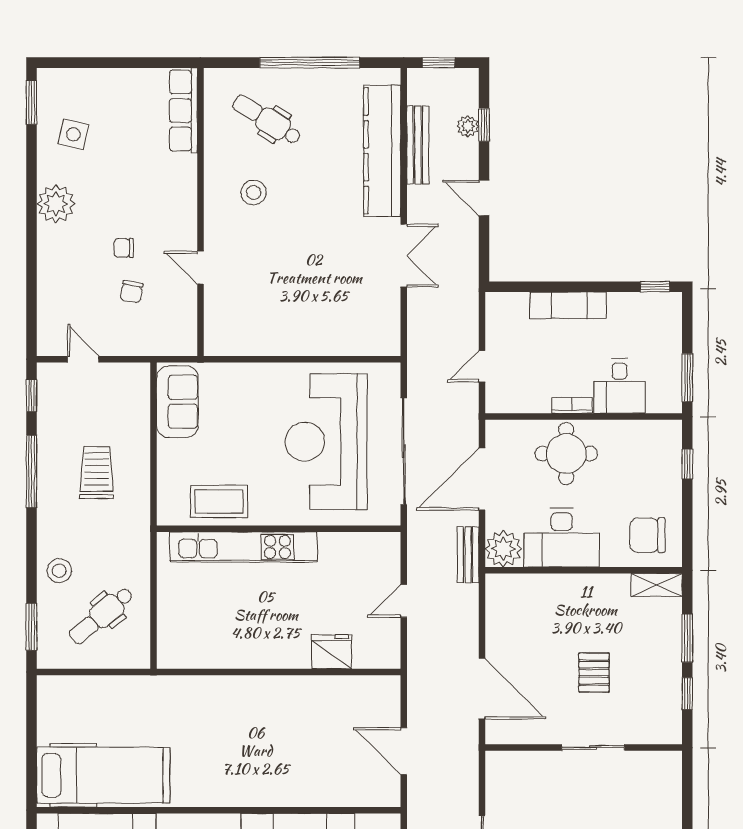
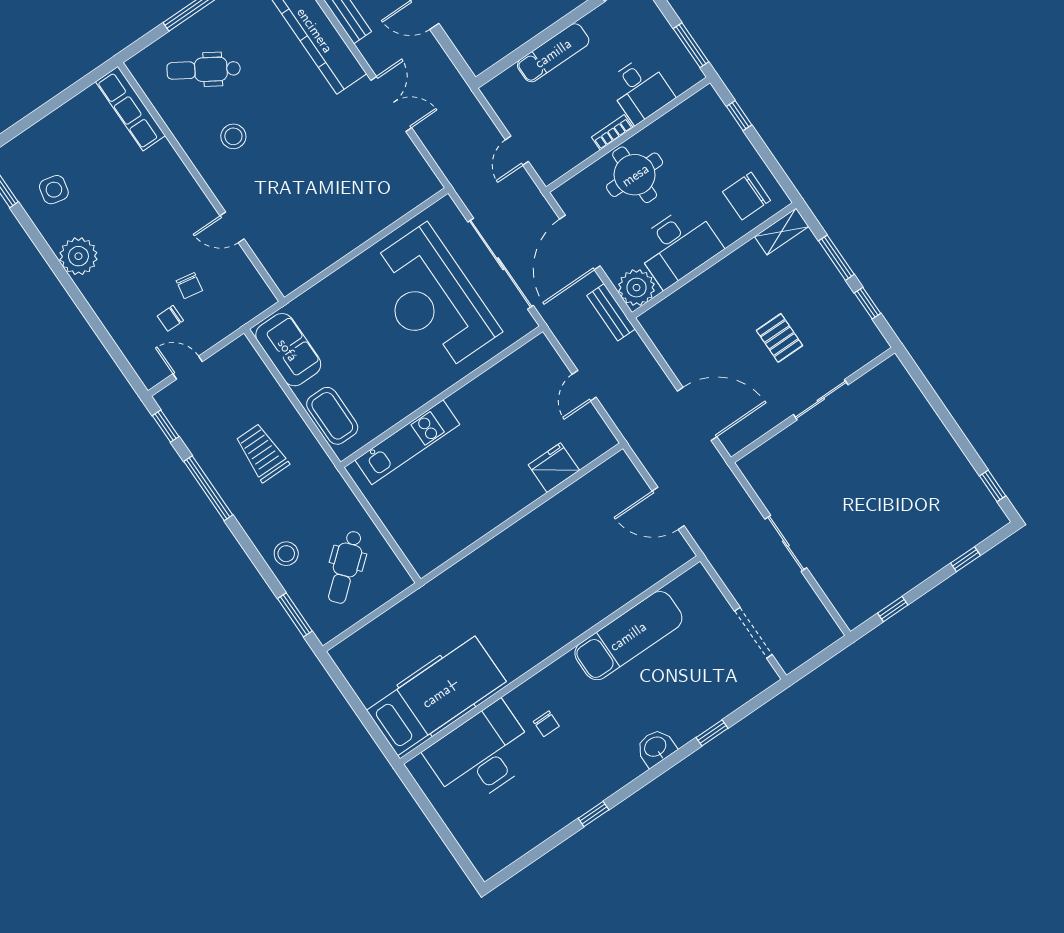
chair: (124, 248) -> (170, 318), moved
coffee table: (219, 501) -> (332, 416), moved, turned 90
kitchen unit: (244, 547) -> (407, 442), width x0.73

